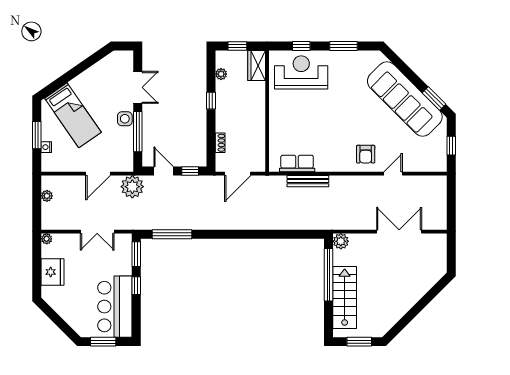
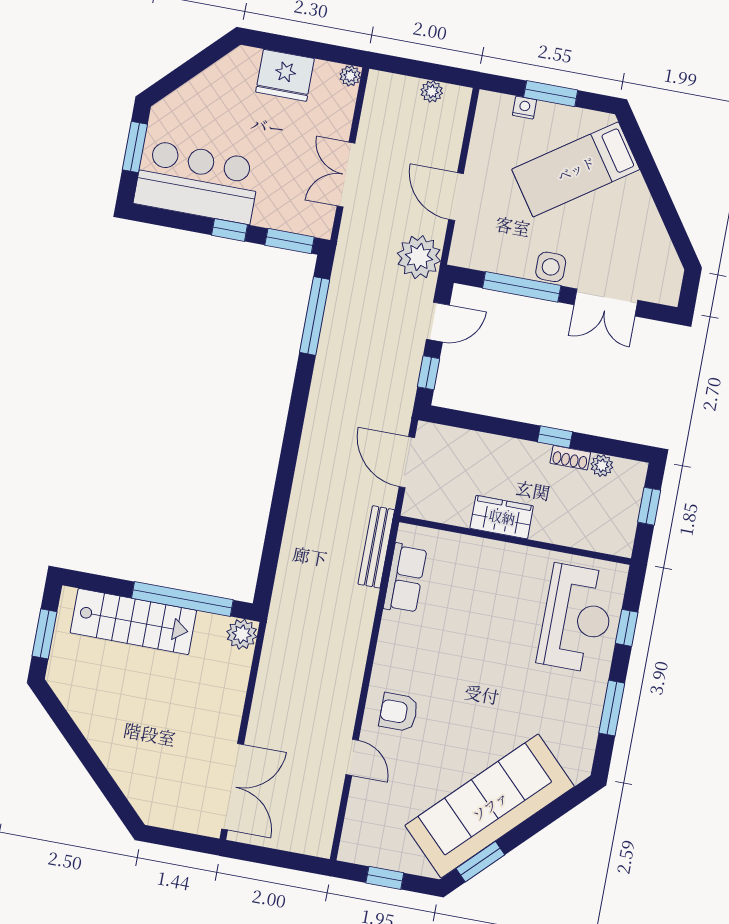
wardrobe: (257, 66) -> (502, 517), moved
shoe rack: (220, 143) -> (570, 458), moved
bench: (308, 181) -> (376, 547), moved
double door: (399, 232) -> (233, 787), moved

